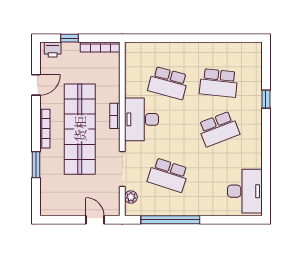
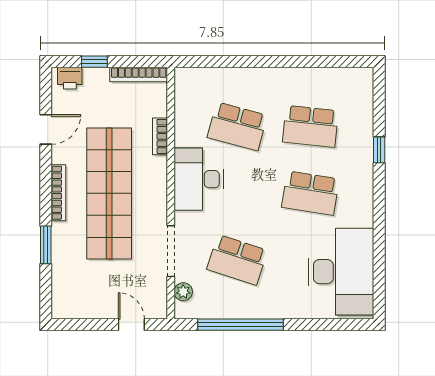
bookcase: (115, 116) -> (160, 136), moved
school desk: (219, 129) -> (310, 193), turned 30
desk: (245, 191) -> (341, 272), width x1.36, depth x1.30

